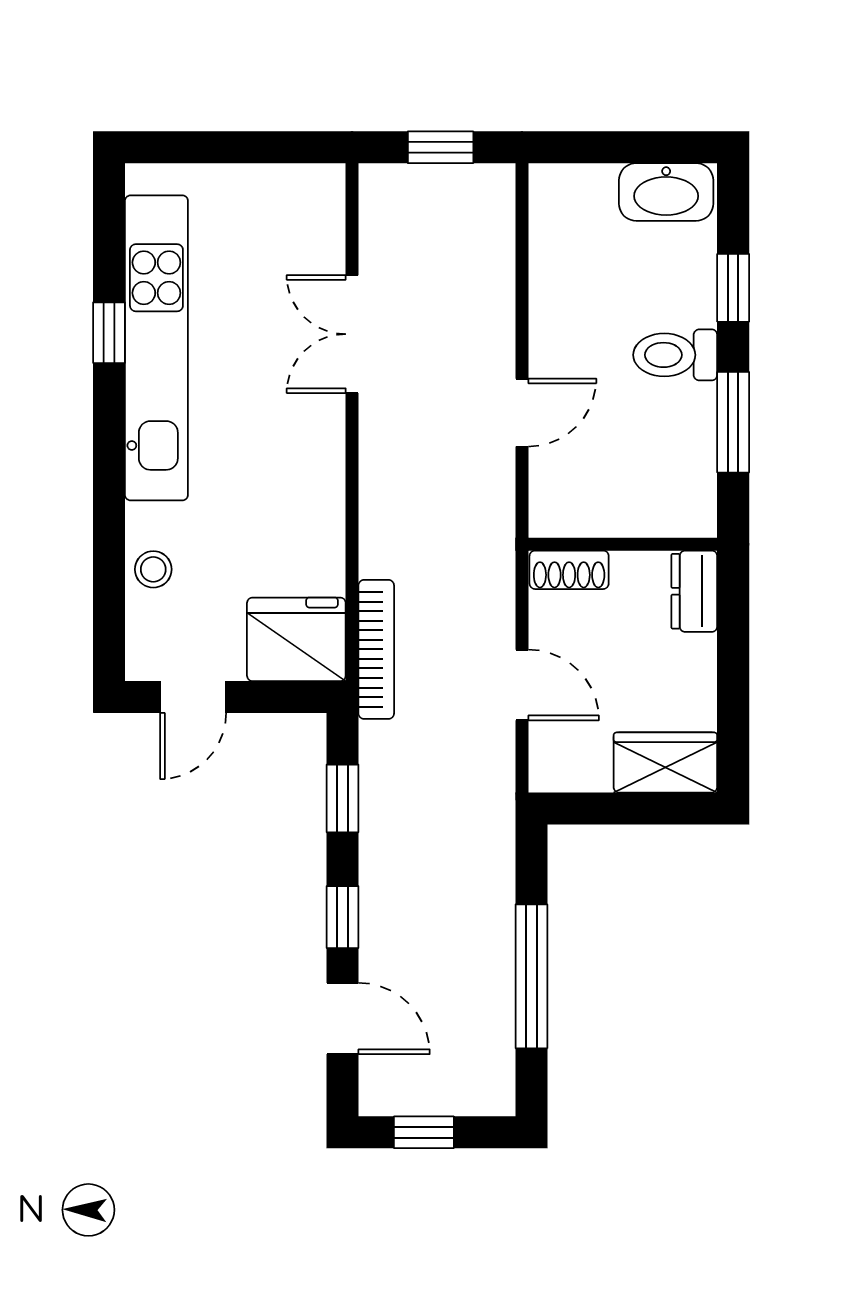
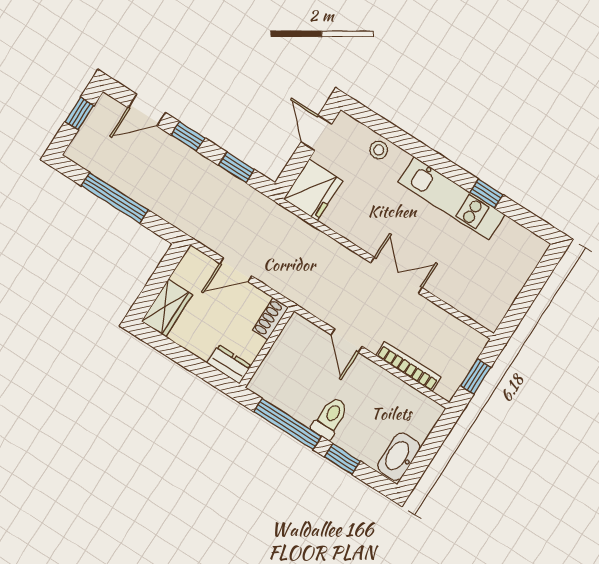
double door: (352, 334) -> (396, 275), moved
kitchen unit: (156, 348) -> (451, 198), width x0.73
window: (733, 422) -> (288, 424), width x1.44
bookcase: (376, 649) -> (408, 366), moved, turned 180

